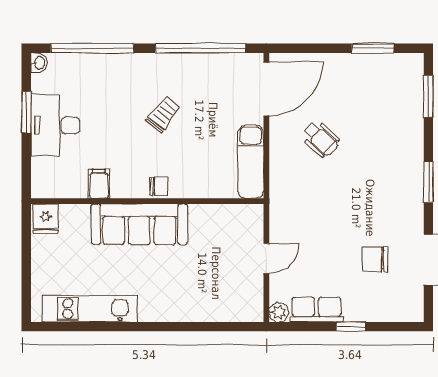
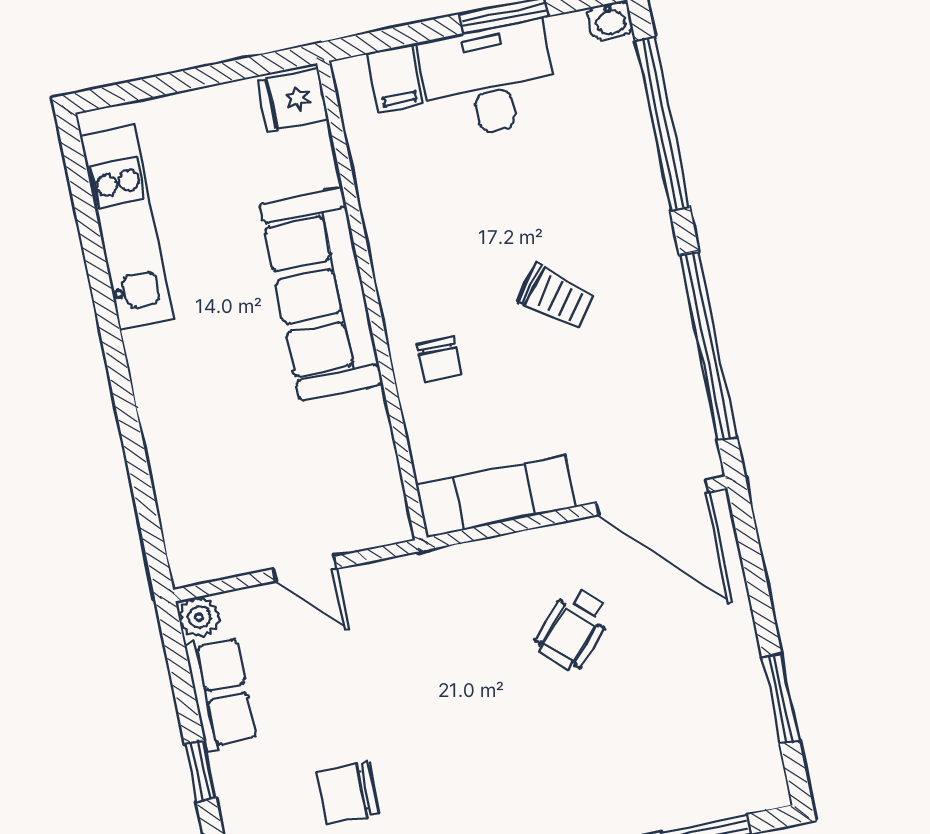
filing cabinet: (99, 184) -> (395, 78), moved, turned 90
chair: (159, 186) -> (439, 360), moved
chair: (375, 260) -> (348, 793), turned -90

